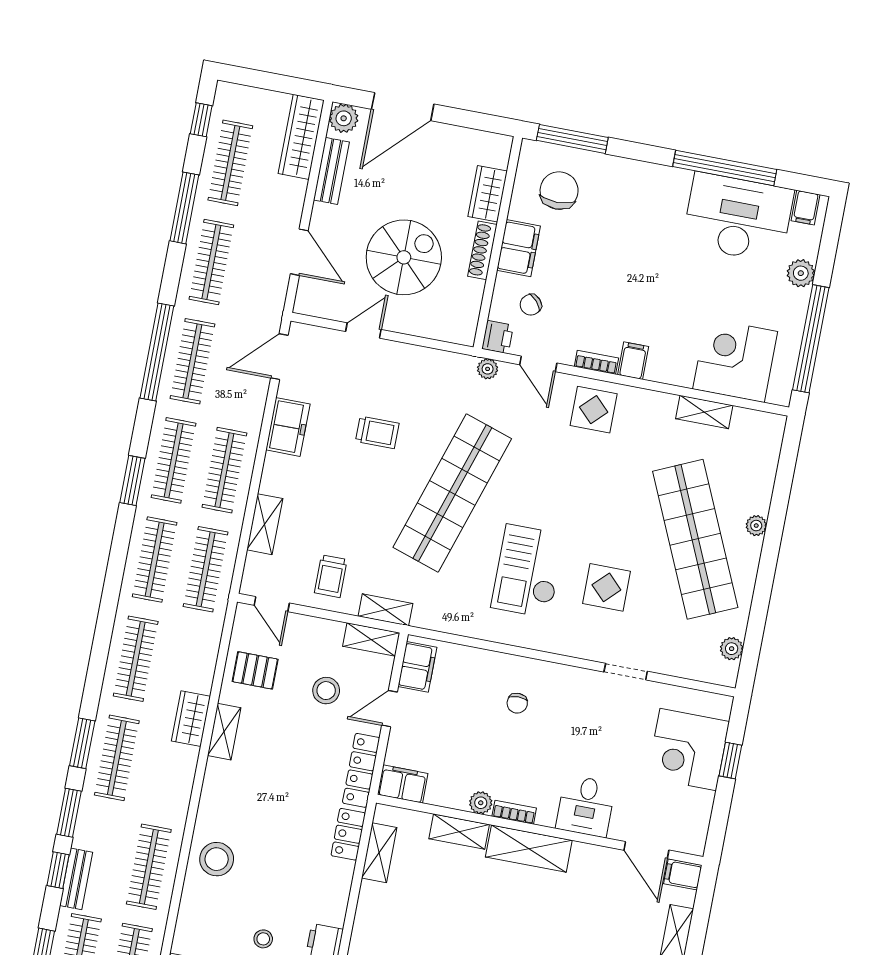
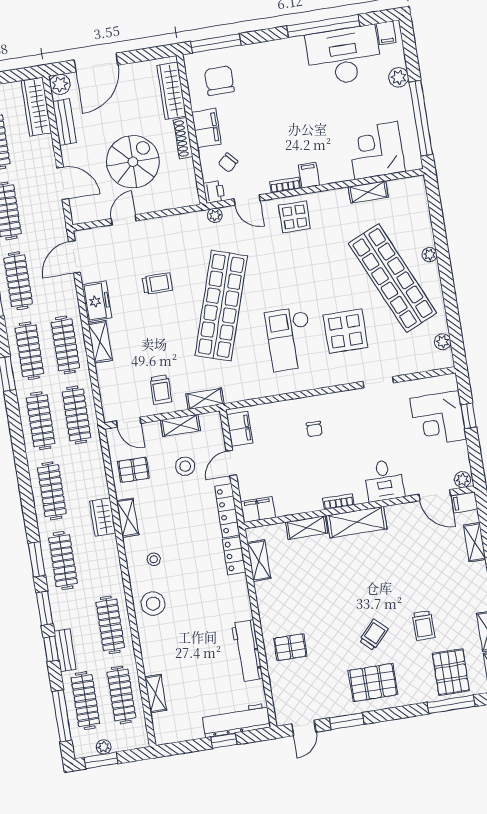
wardrobe: (488, 194) -> (172, 91), width x1.50
shelving: (265, 524) -> (100, 342), moved
display table: (606, 587) -> (346, 331), width x1.36, depth x1.36
shelving: (371, 640) -> (180, 425), moved
plant: (481, 803) -> (462, 480), moved
stool: (263, 939) -> (154, 559), moved

